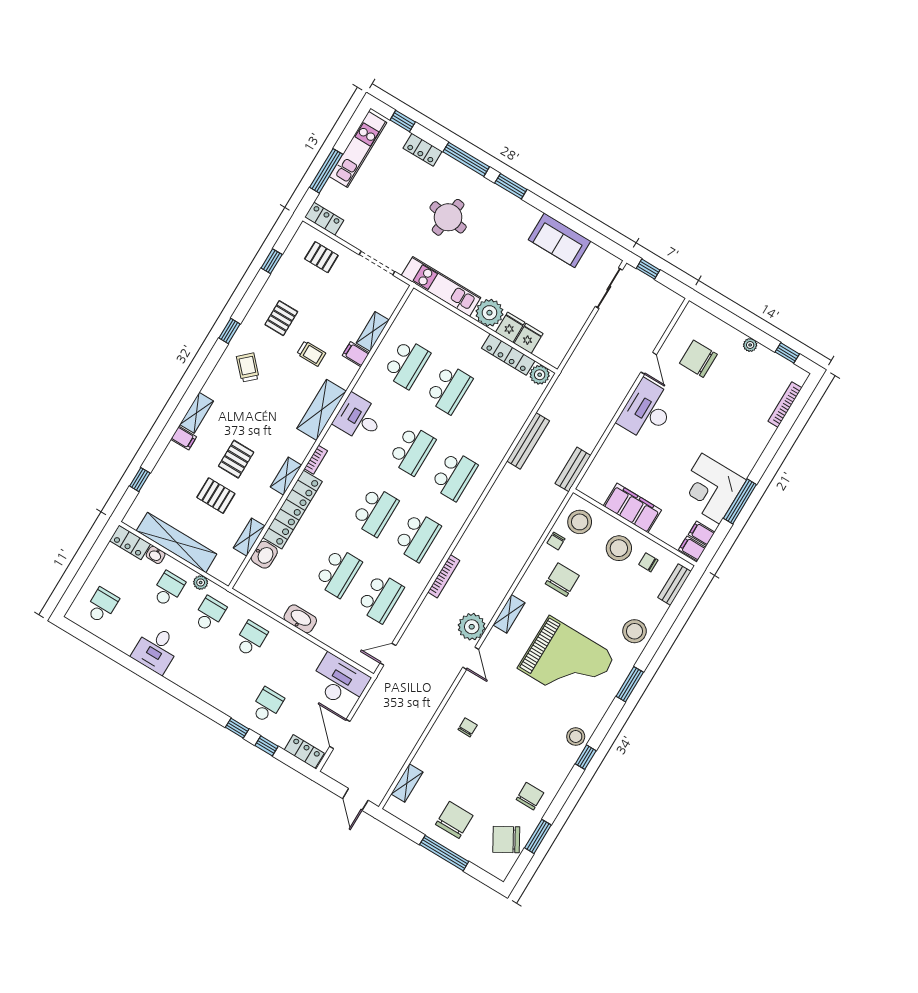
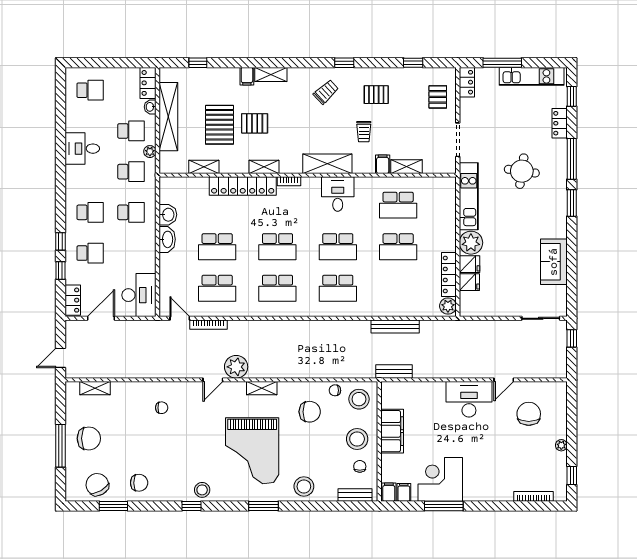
pallet: (216, 496) -> (219, 125), width x1.50, depth x1.42
washbasin: (264, 555) -> (168, 215), moved, turned -90
bookcase: (444, 576) -> (209, 325), moved
school desk: (226, 680) -> (90, 212), added

